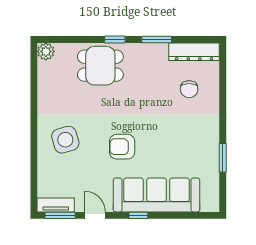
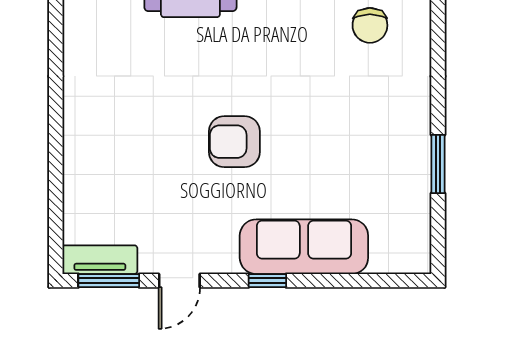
side table: (65, 140) -> (119, 128), removed
sofa: (157, 195) -> (304, 247), width x0.74, depth x0.79
door: (95, 215) -> (179, 281), swing flipped

